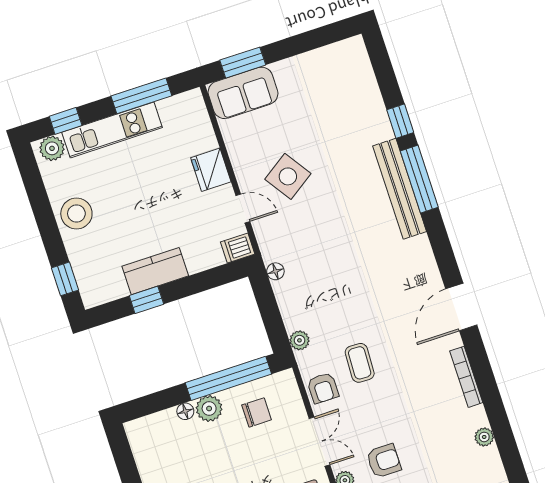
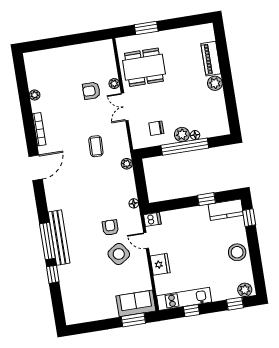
window: (141, 96) -> (191, 311), width x0.46
kitchen unit: (112, 130) -> (184, 299), moved
kitchen counter: (155, 271) -> (226, 210), moved
window: (228, 378) -> (185, 147), moved
armchair: (323, 388) -> (110, 228), moved

